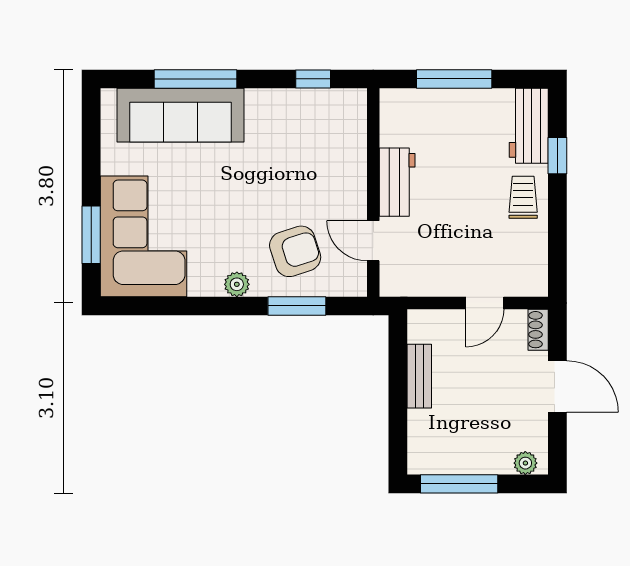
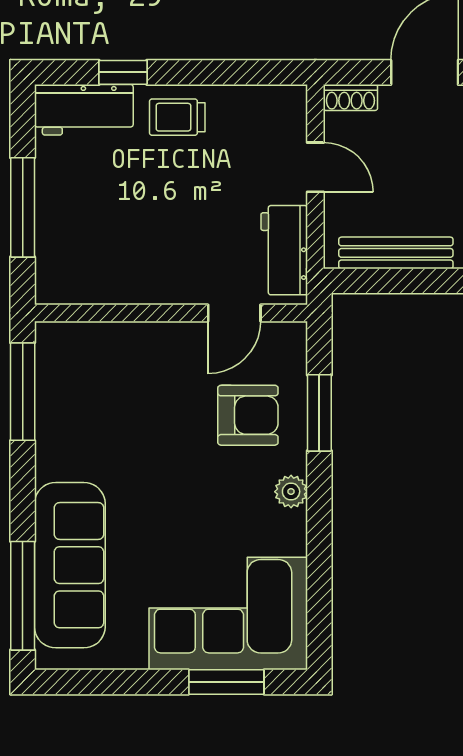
window: (195, 79) -> (23, 596), moved
window: (313, 79) -> (23, 392), width x2.17
workbench: (397, 182) -> (284, 250), moved, turned -90
armchair: (295, 251) -> (248, 415), turned 108
bench: (419, 376) -> (396, 253), width x1.36

